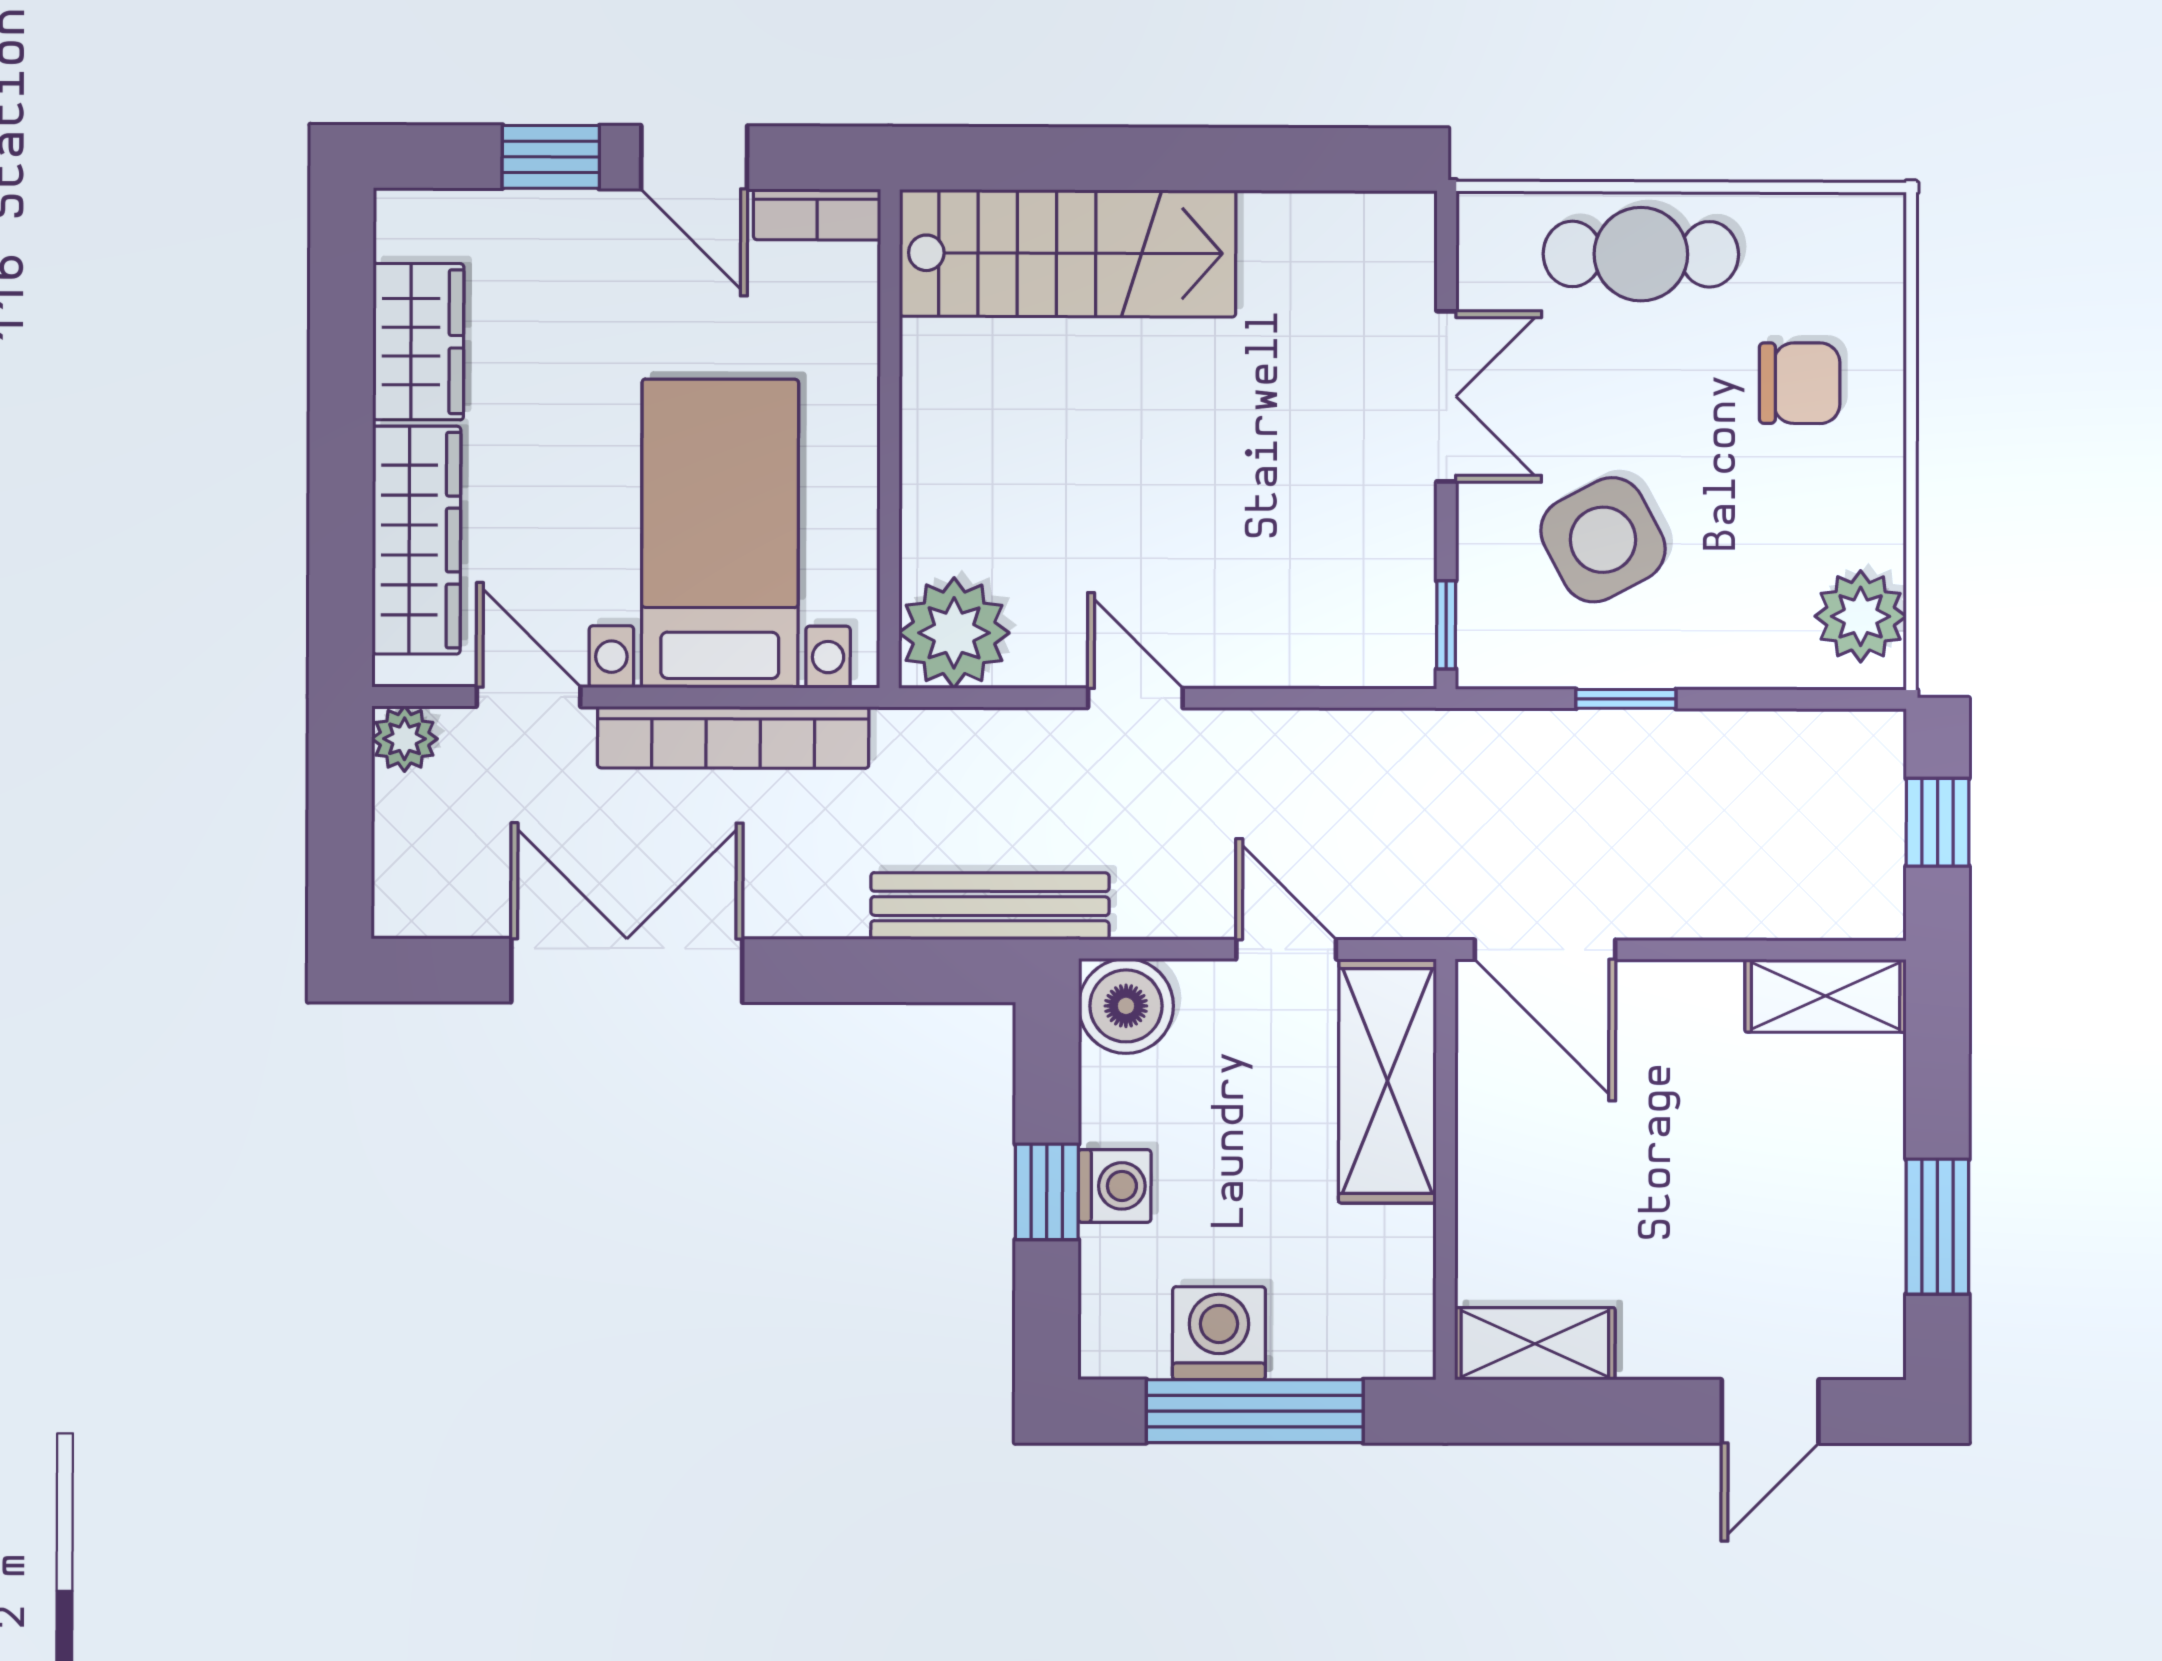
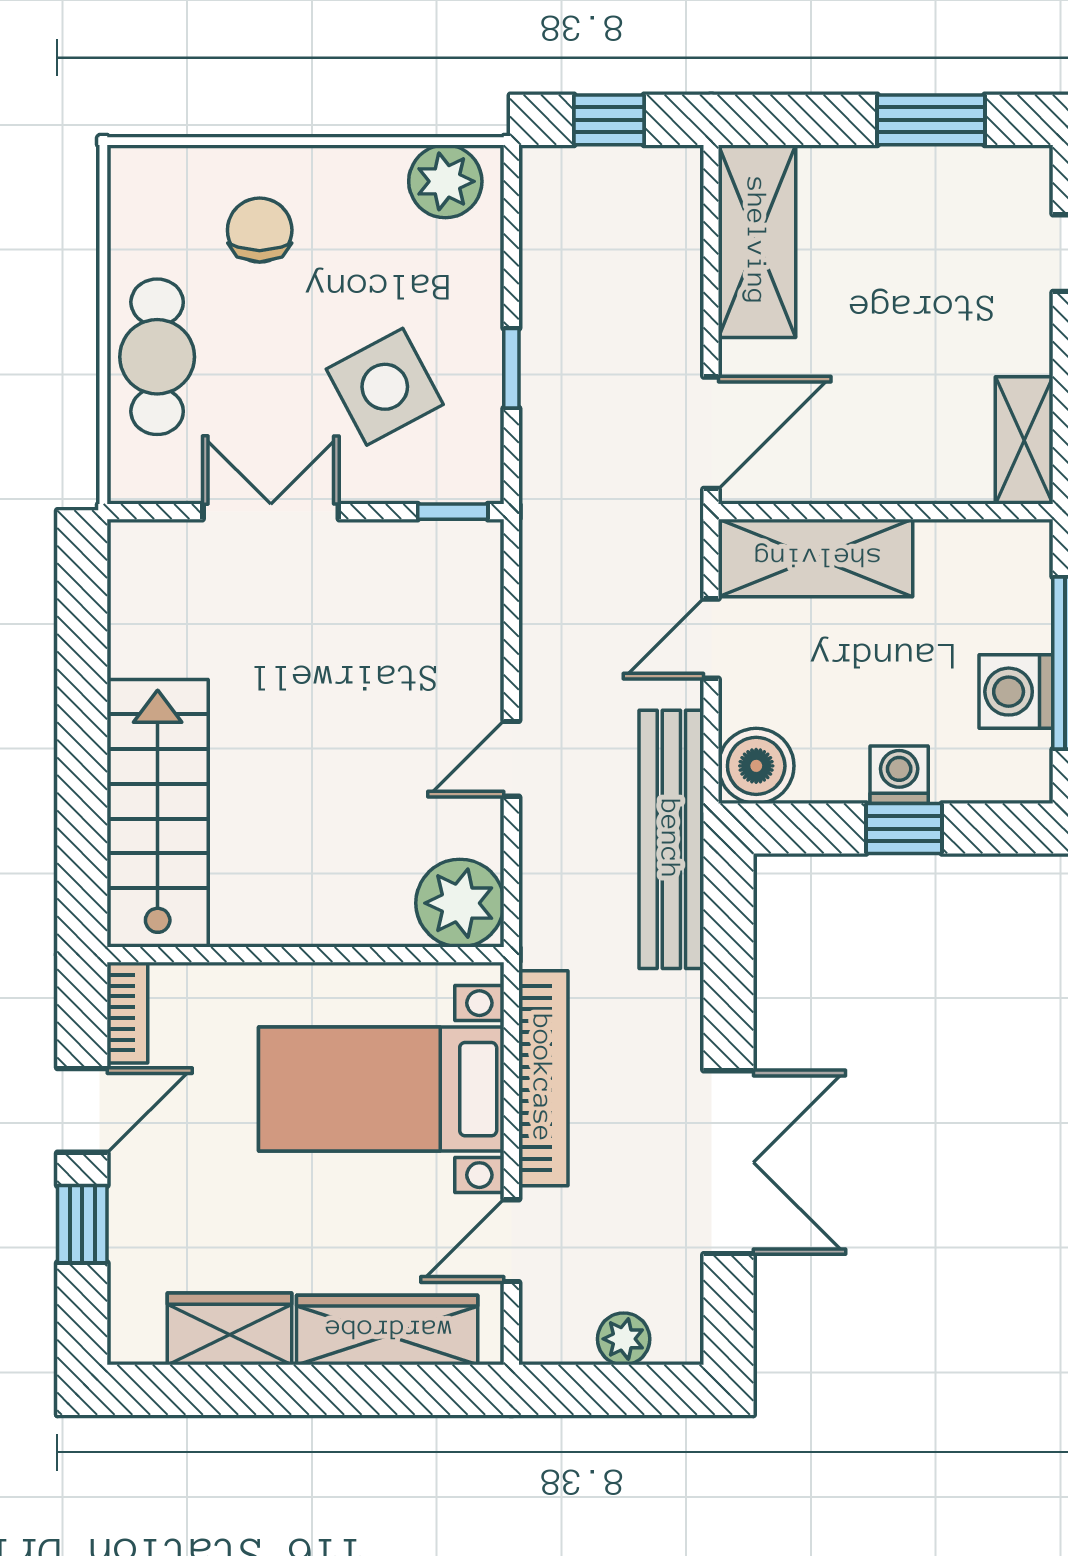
plant: (405, 739) -> (624, 1339), moved
bench: (990, 906) -> (671, 839), width x1.37, depth x1.21
double door: (627, 970) -> (728, 1162), swing flipped
shelving: (1826, 996) -> (757, 241), width x1.50, depth x1.33

